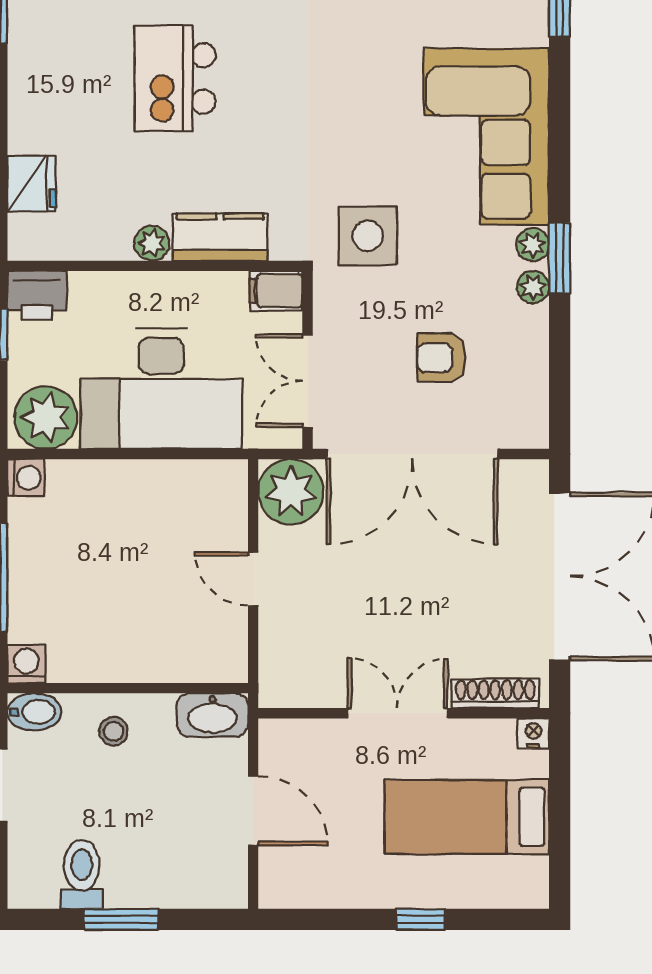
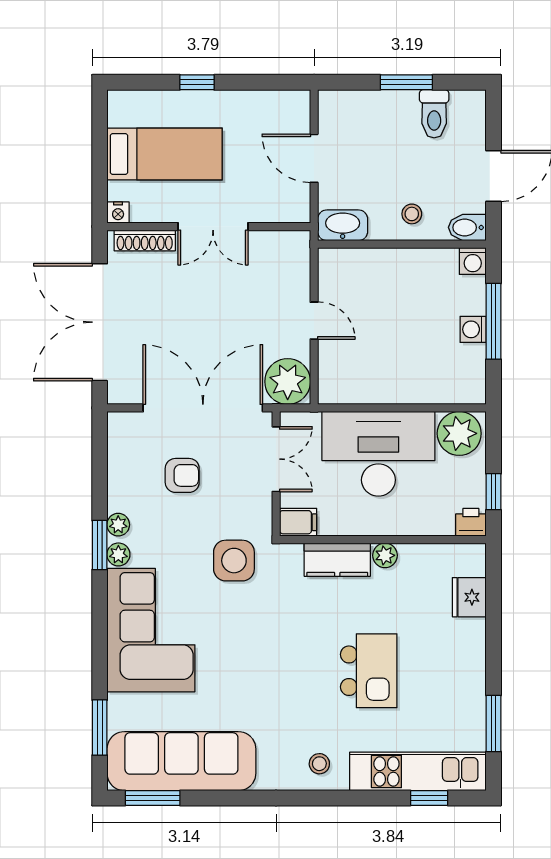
printer: (37, 295) -> (471, 522), width x0.73, depth x0.81
washing machine: (26, 478) -> (473, 329), moved

